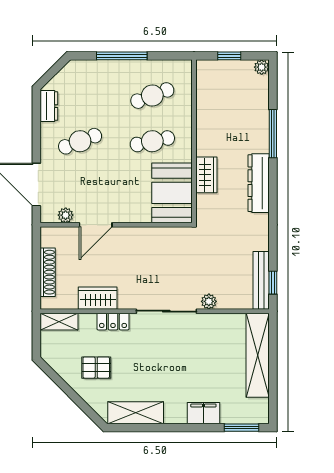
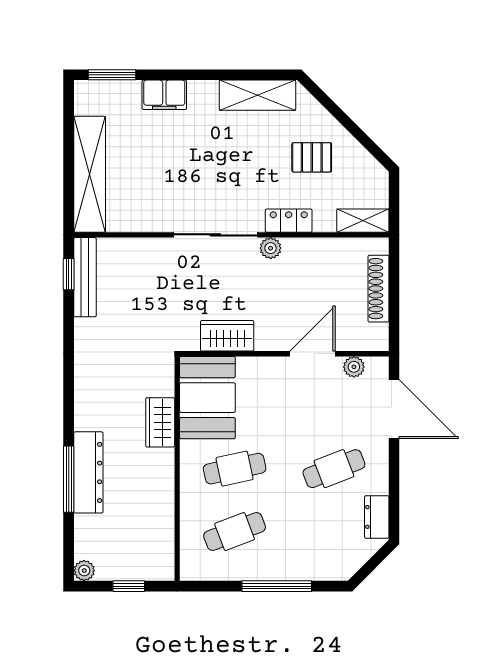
dresser: (259, 183) -> (88, 472), moved
wardrobe: (98, 298) -> (227, 336), moved, turned 180
plant: (209, 301) -> (271, 248), moved

